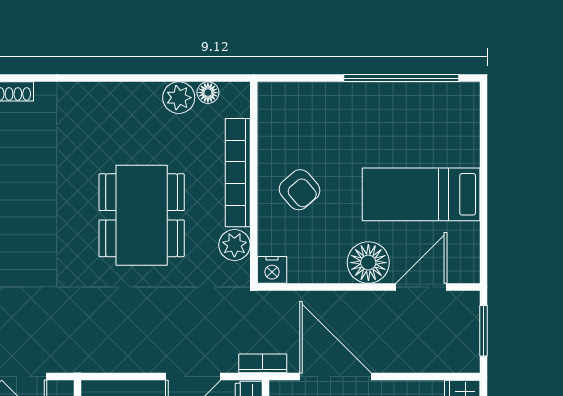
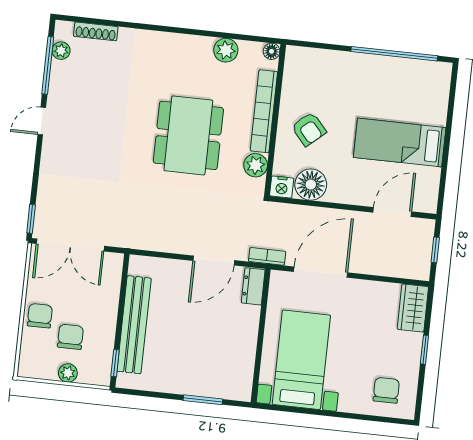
floor lamp: (208, 93) -> (272, 51), moved
floor lamp: (368, 263) -> (311, 185), moved
window: (484, 331) -> (435, 250), width x0.67
door: (335, 377) -> (321, 272), hinge flipped

